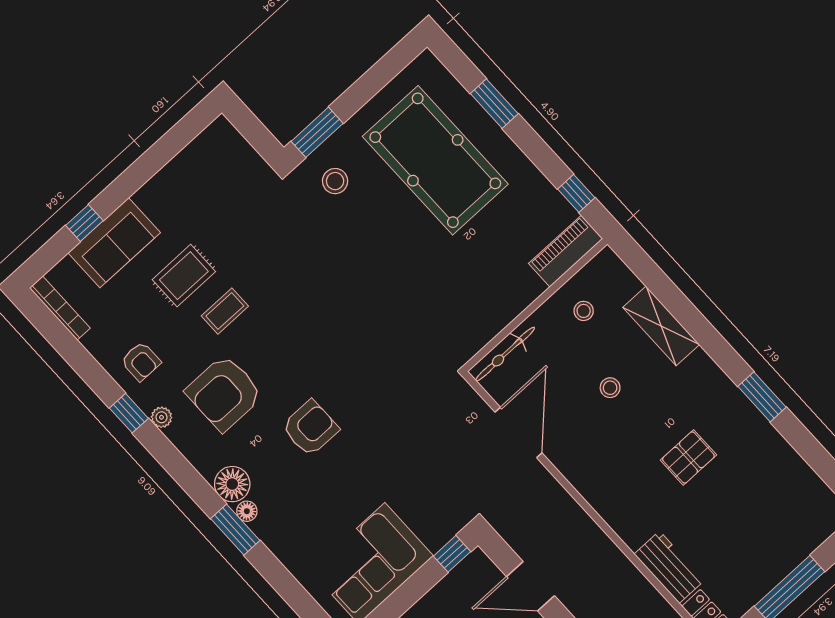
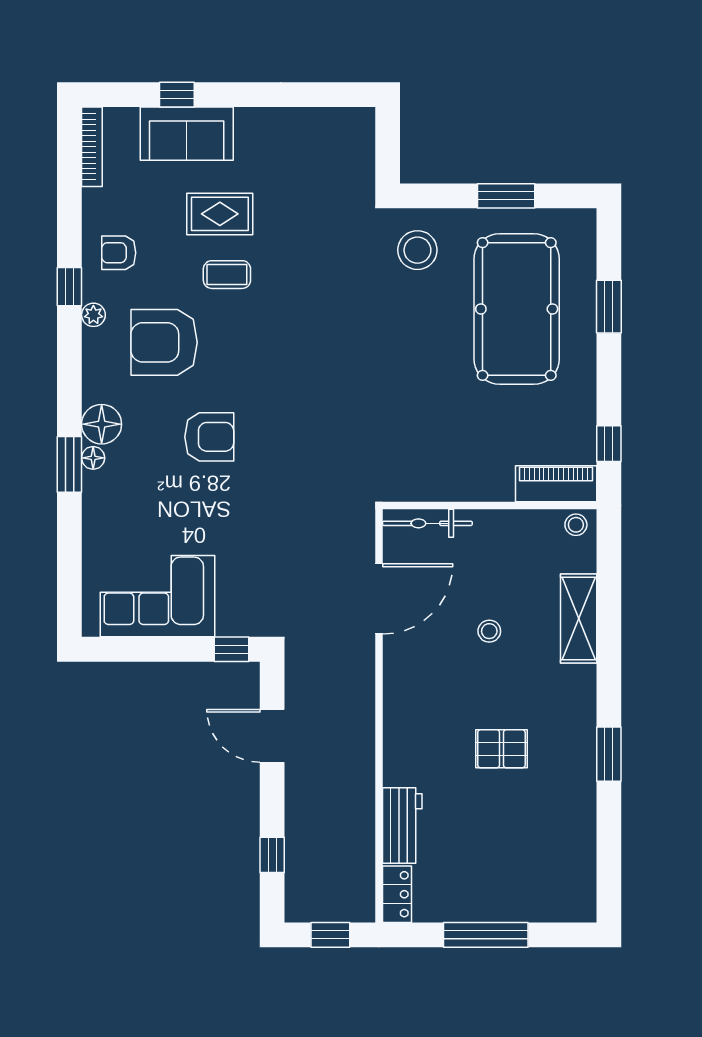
window: (317, 132) -> (506, 196), moved
stool: (335, 181) -> (417, 250), width x1.38, depth x1.38
stool: (584, 311) -> (576, 525), moved
armchair: (141, 361) -> (119, 253), turned 90

